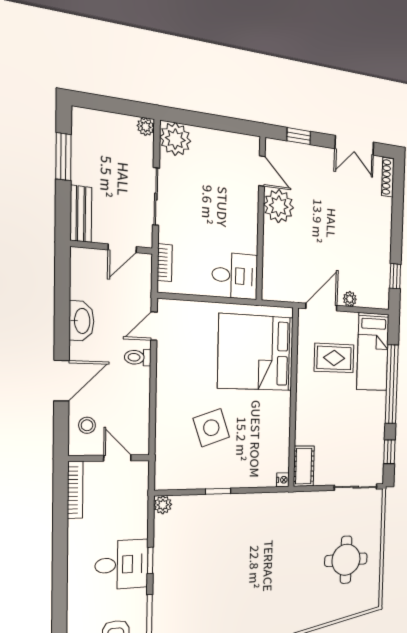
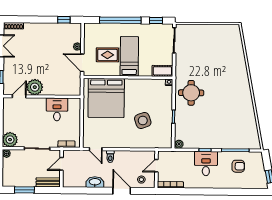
door: (122, 248) -> (62, 164), swing flipped
desk: (235, 276) -> (57, 109), moved
bed: (373, 352) -> (129, 56), moved, turned -90
rug: (334, 358) -> (107, 55), turned 90
round table: (346, 560) -> (191, 93), moved

